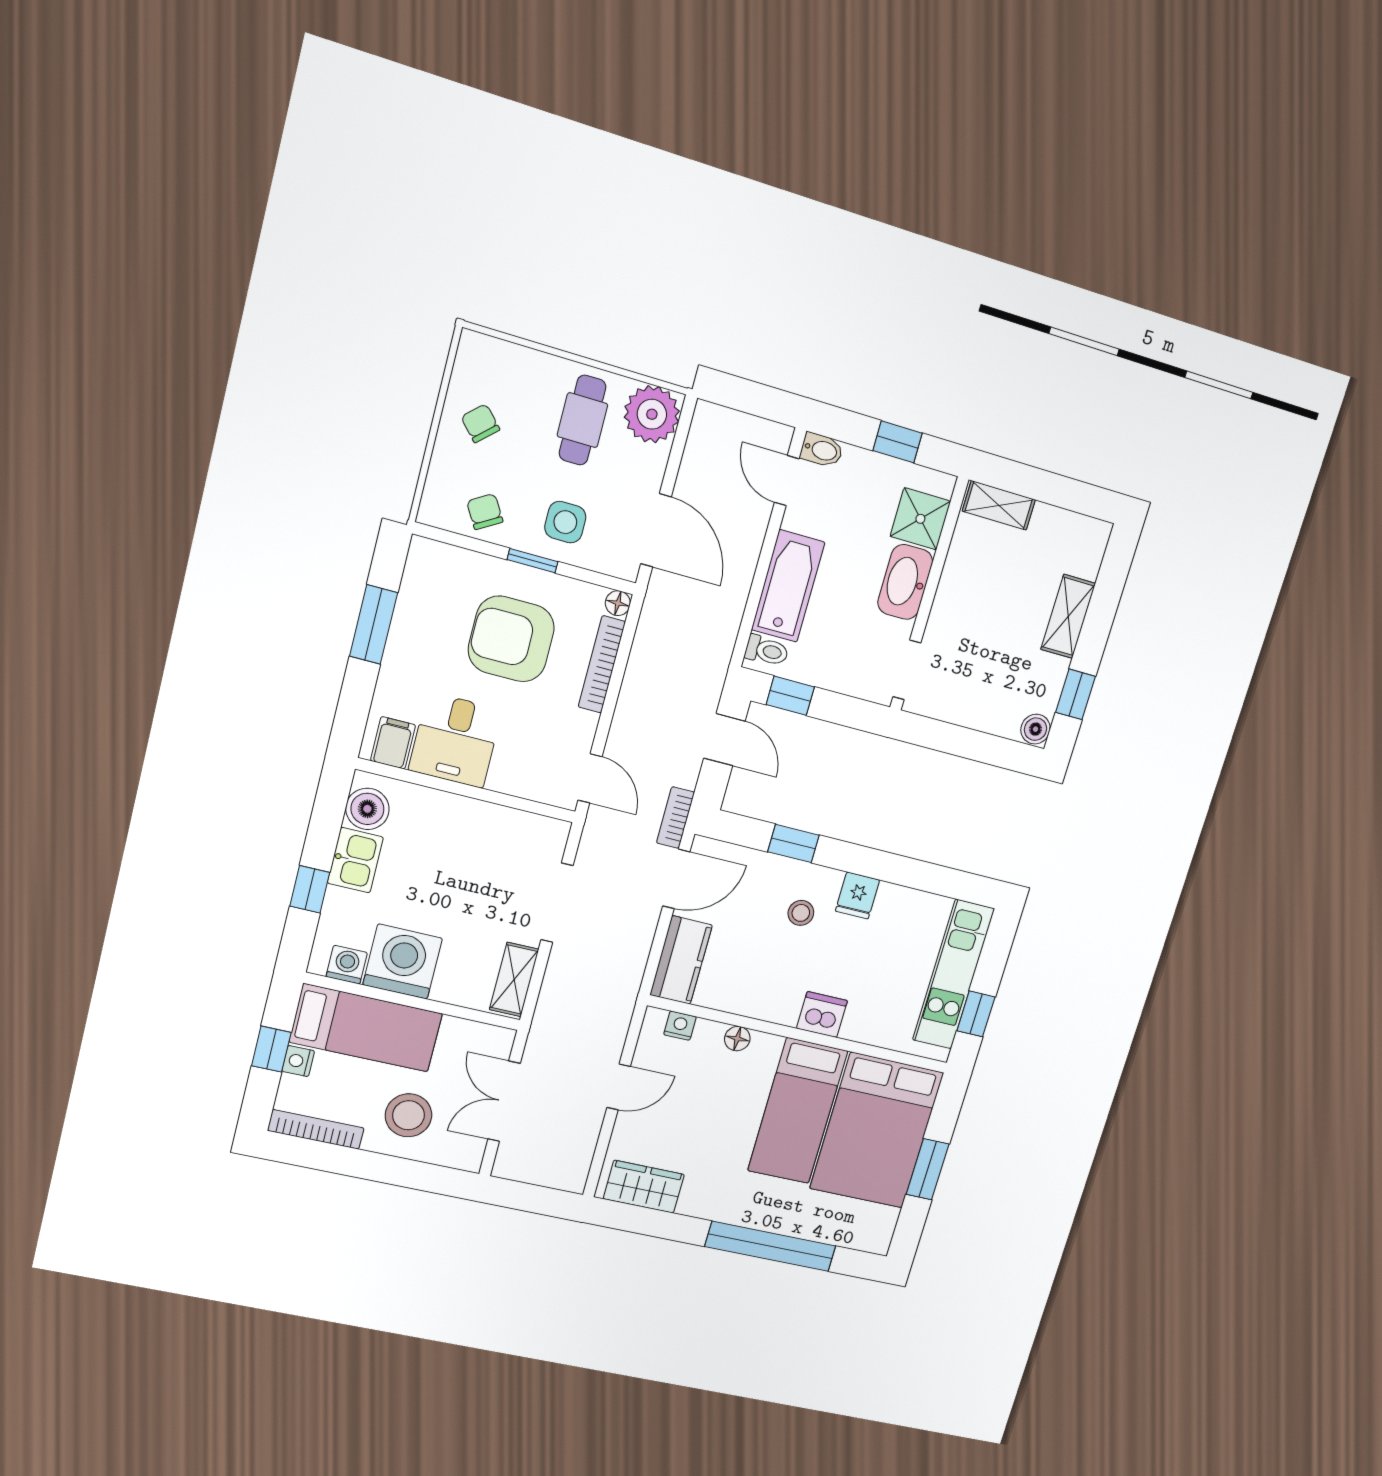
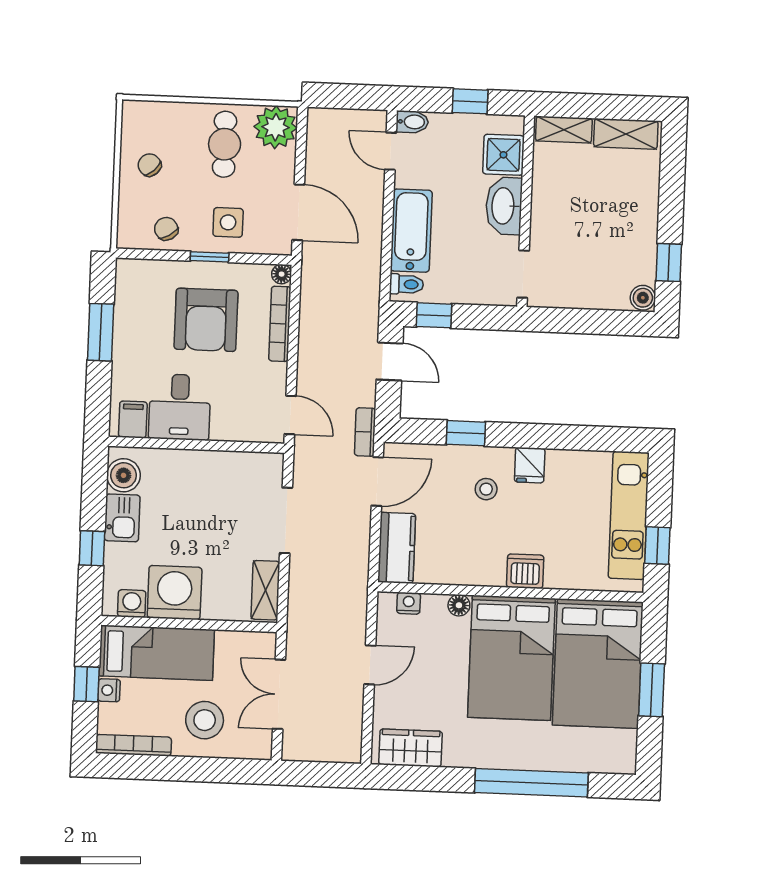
shelving: (1068, 616) -> (626, 134), moved, turned 90
armchair: (511, 639) -> (206, 320), turned -90
bed: (798, 1111) -> (511, 658), width x1.50

